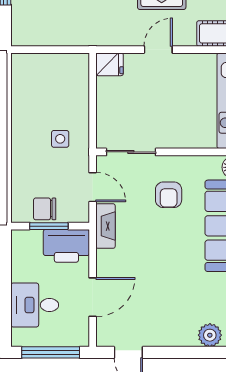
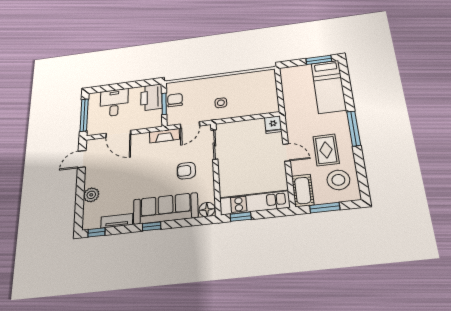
printer: (66, 246) -> (151, 97), moved
plant: (210, 335) -> (91, 195), moved

